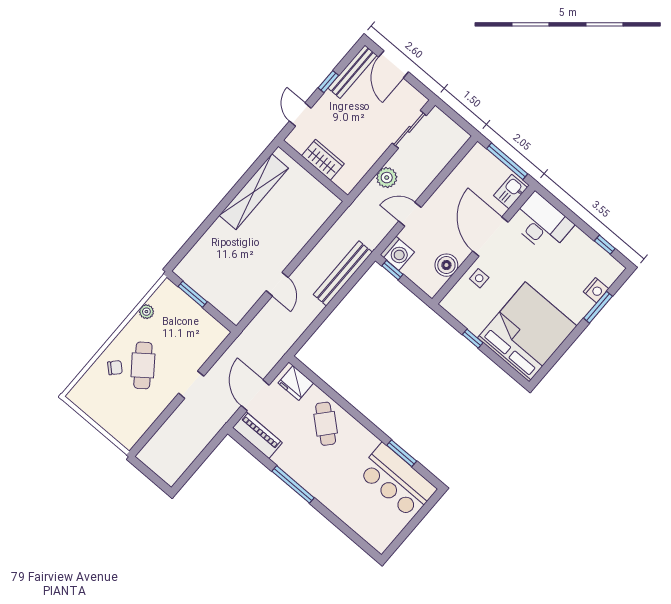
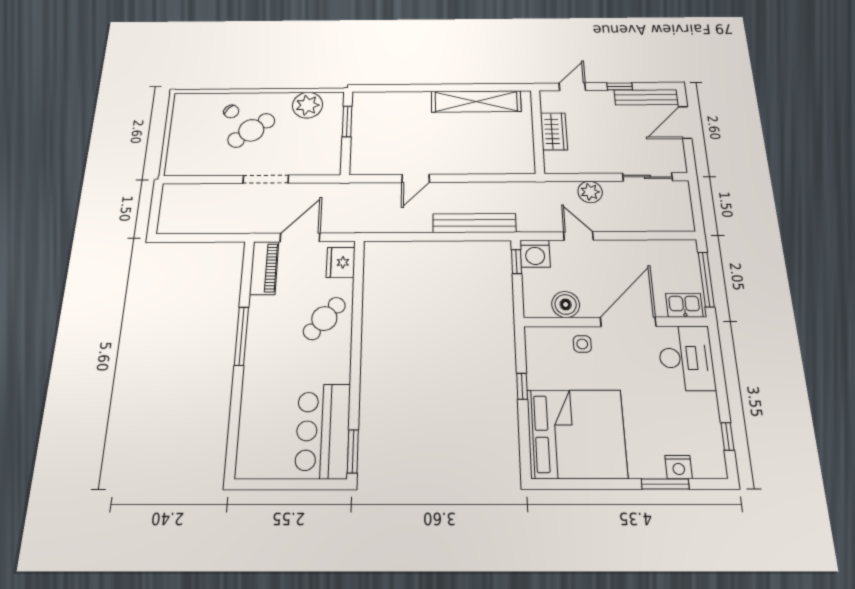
plant: (146, 312) -> (307, 105), width x1.88, depth x1.88
doorway: (191, 385) -> (266, 179), width x1.38
window: (402, 453) -> (353, 451), moved

